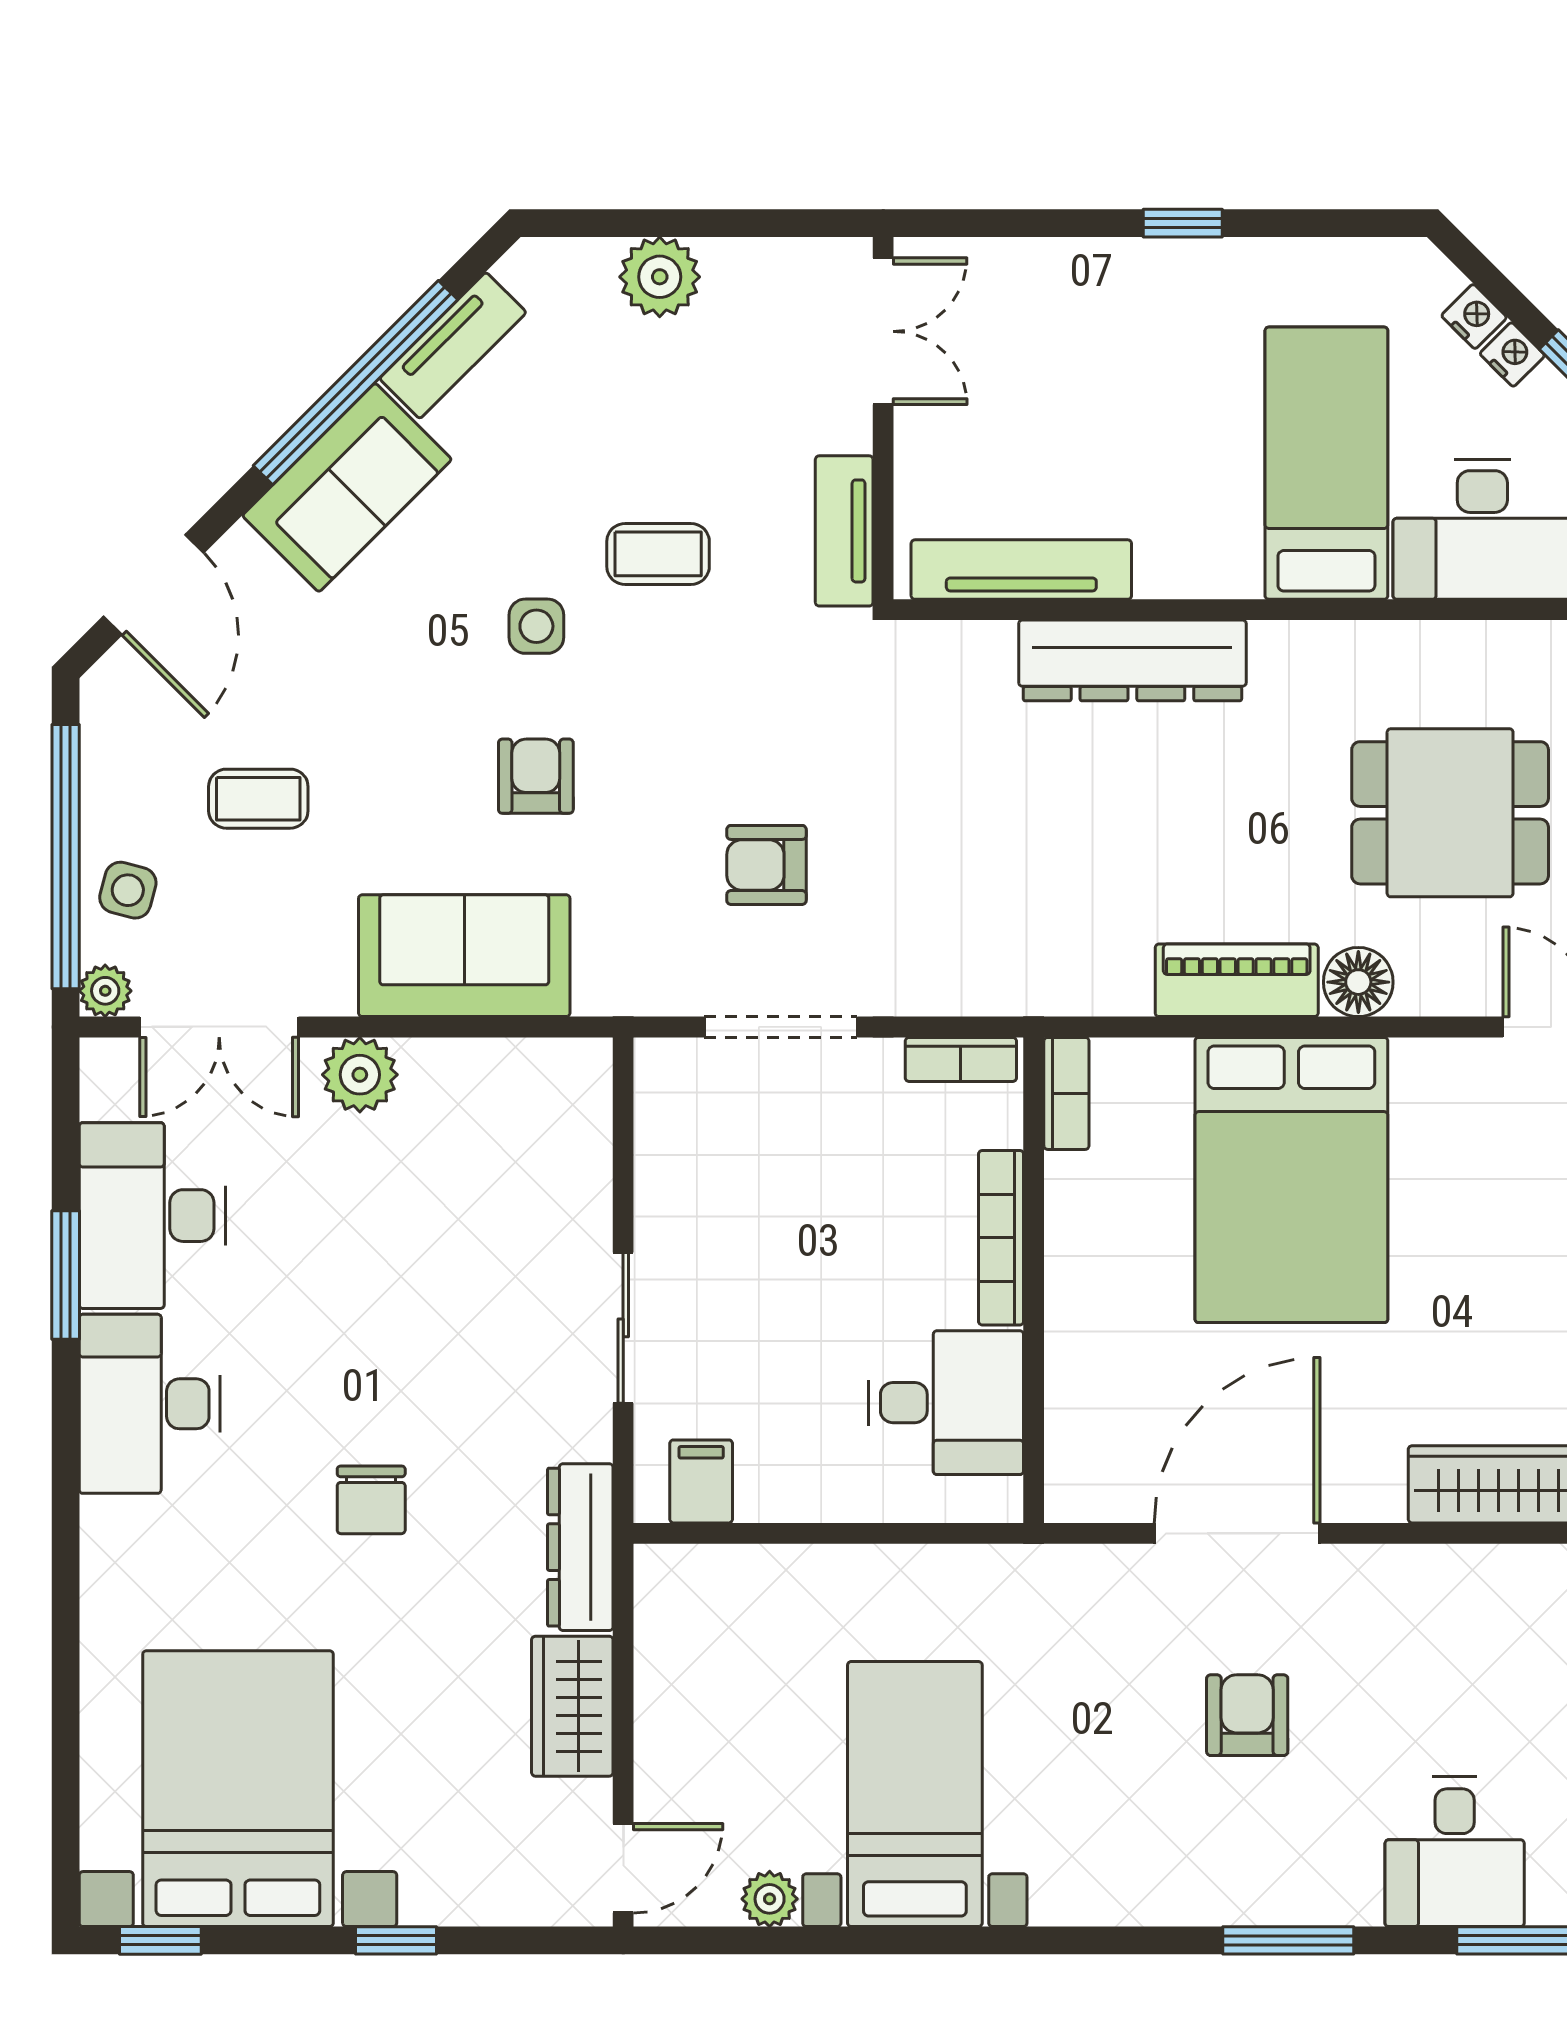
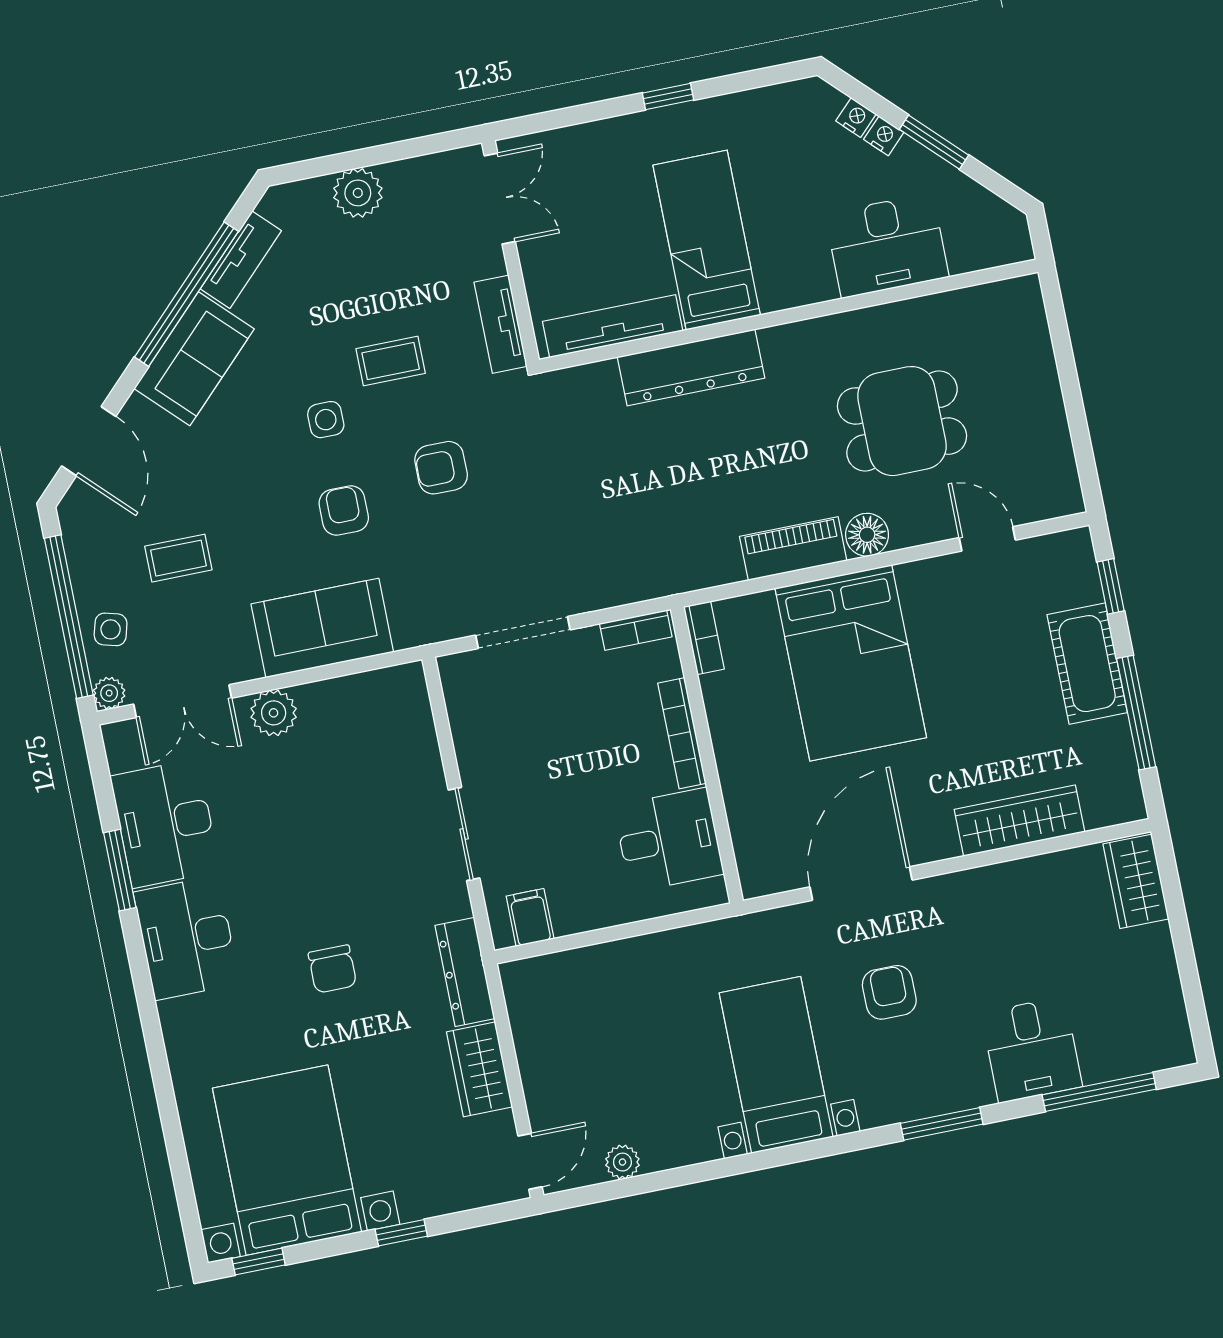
bed: (1326, 463) -> (707, 240), moved
armchair: (766, 865) -> (441, 468), moved
bed with nightstands: (915, 1794) -> (776, 1065), moved

